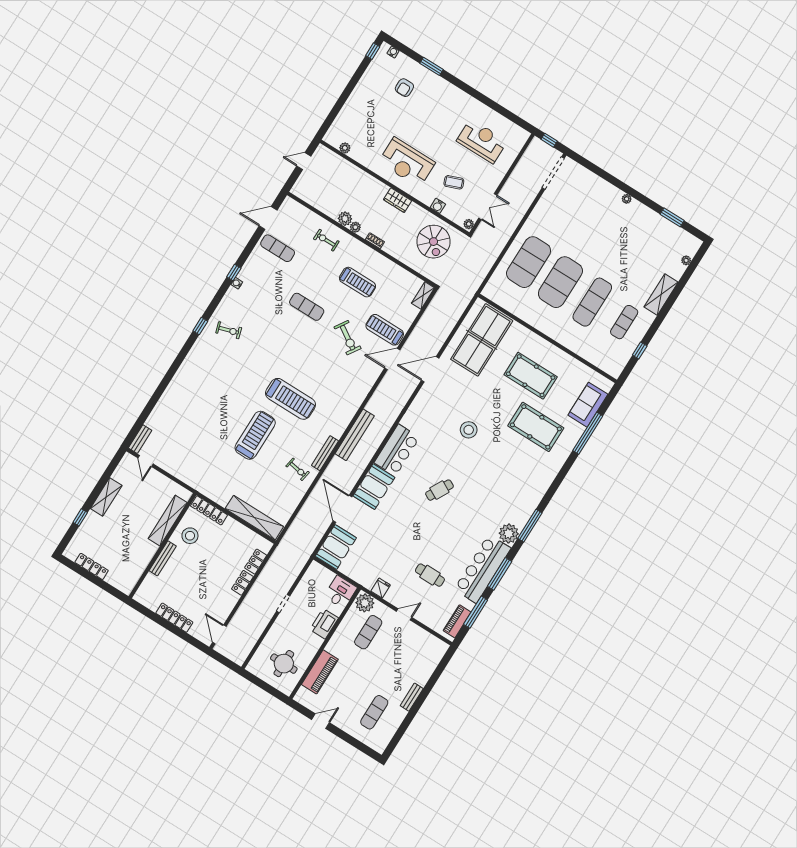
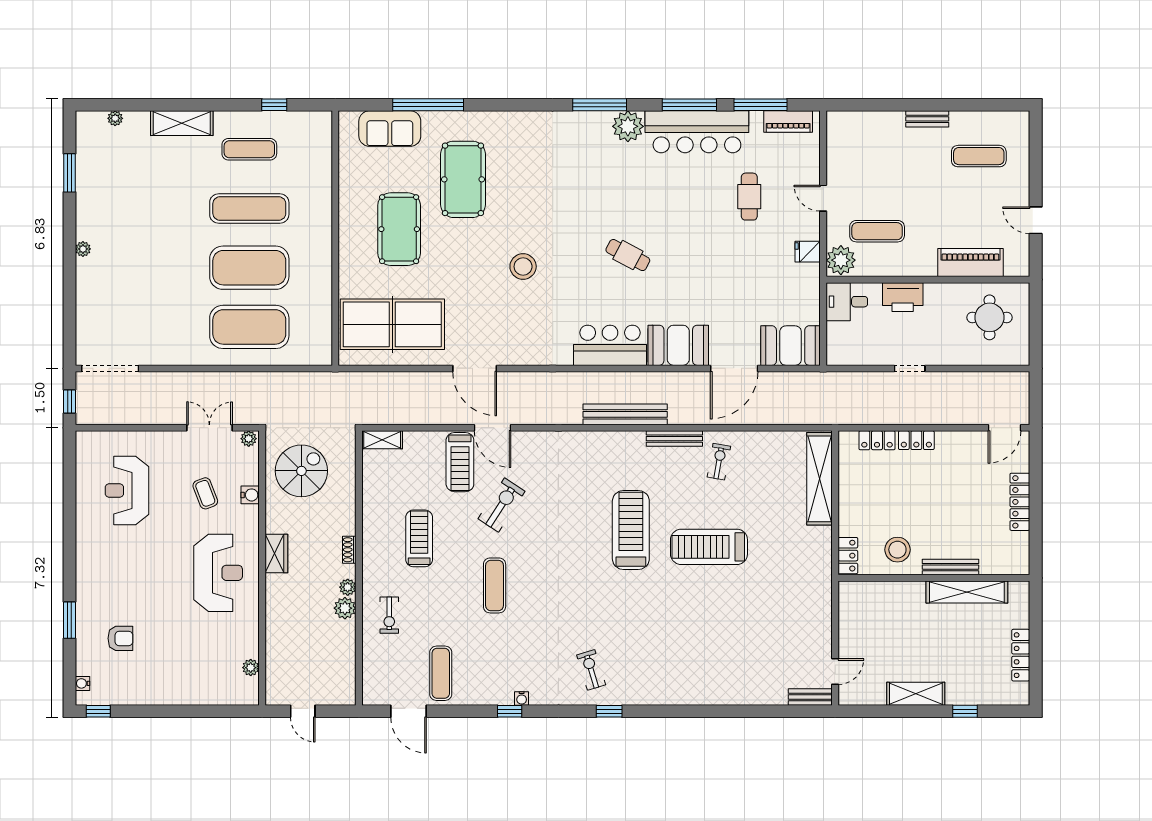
locker: (209, 510) -> (848, 556), width x0.66
shelving: (168, 521) -> (967, 592), moved

